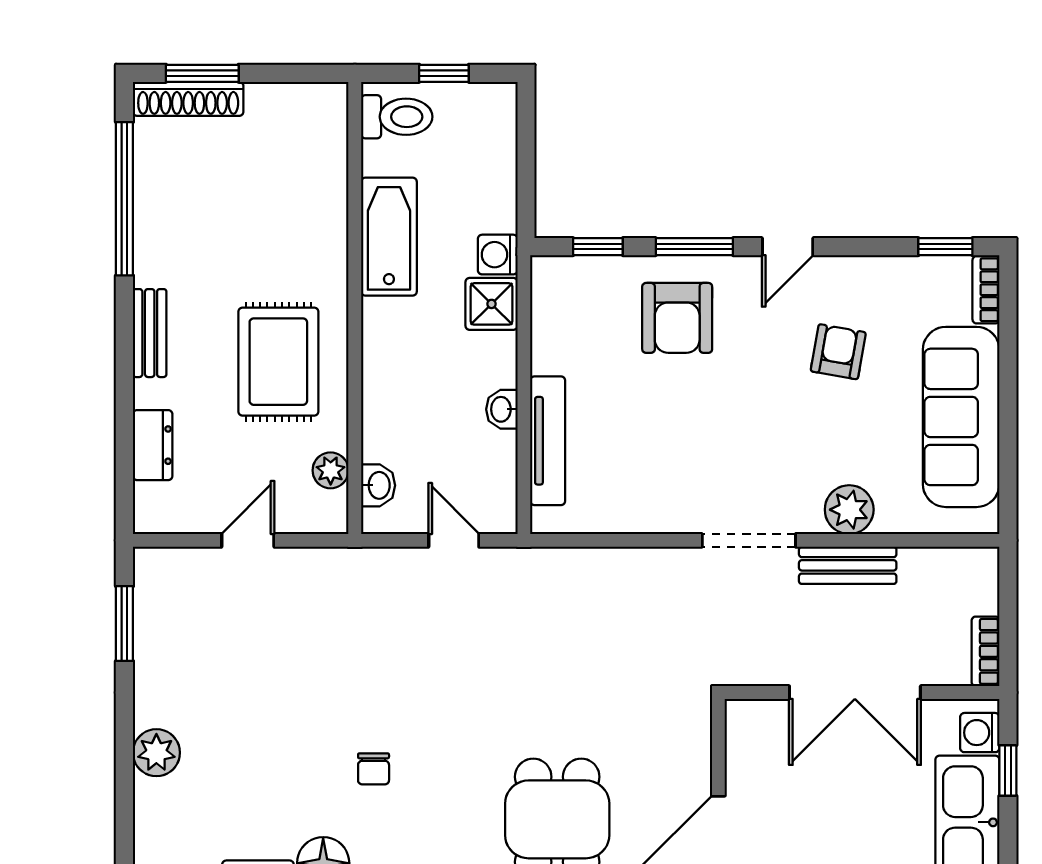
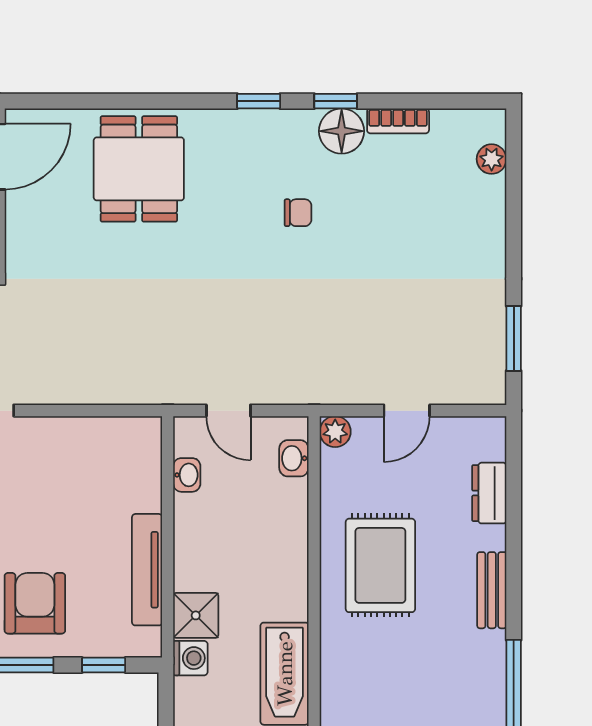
washbasin: (502, 409) -> (187, 475), moved
tv unit: (548, 441) -> (147, 570), moved
plant: (331, 470) -> (335, 432), moved
plant: (156, 753) -> (492, 159), moved, width x0.73, depth x0.73
chair: (374, 769) -> (298, 213), turned 90

